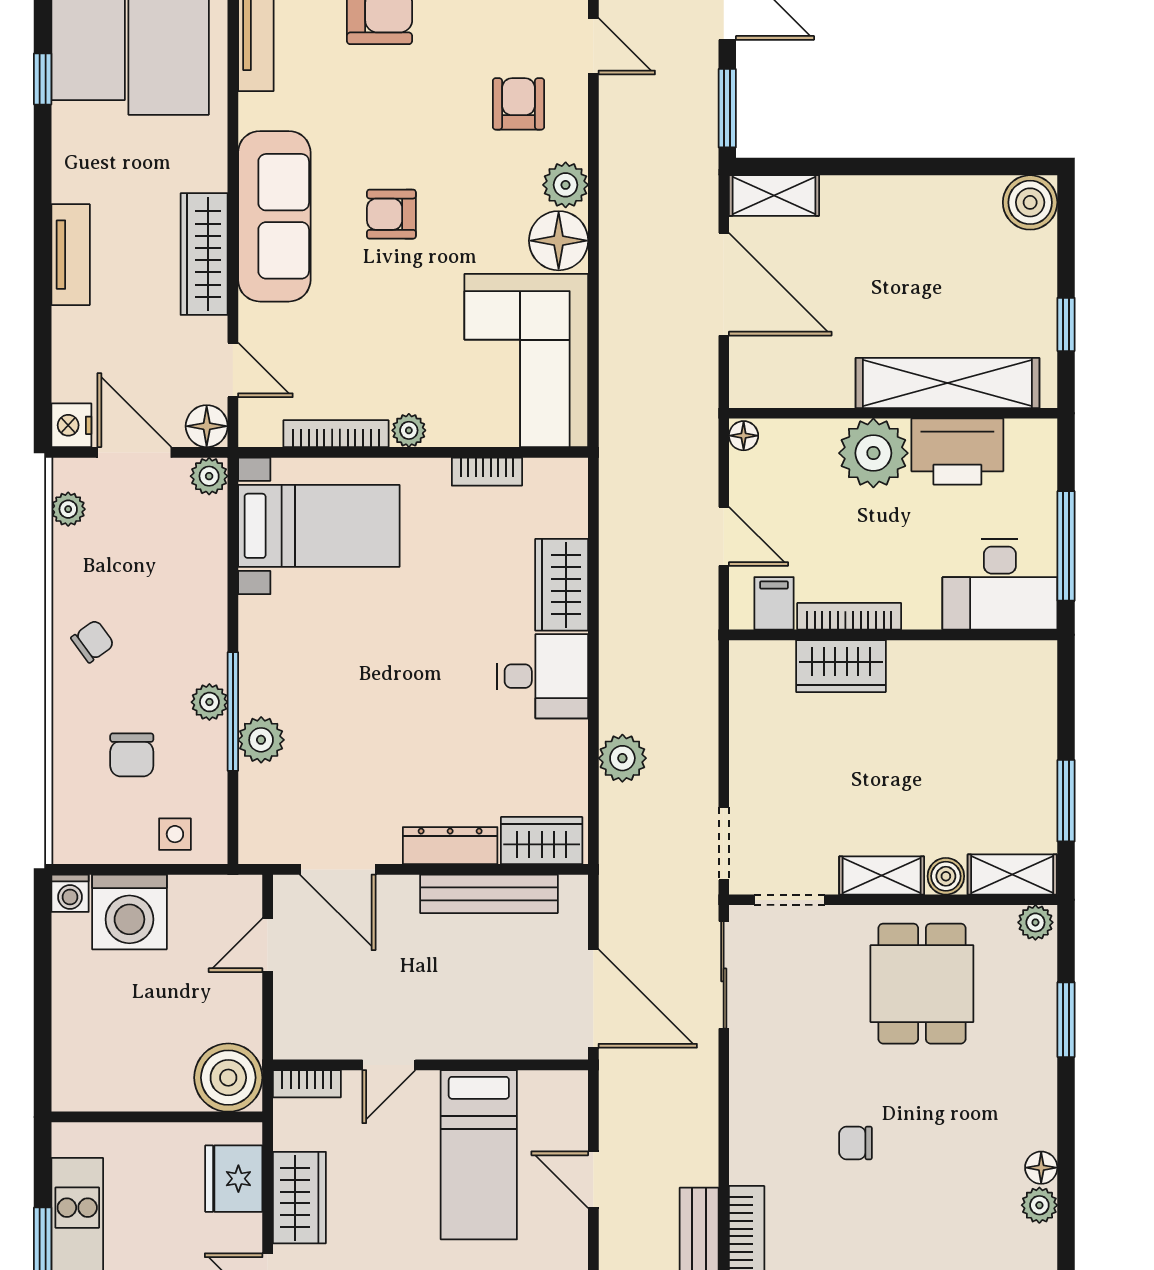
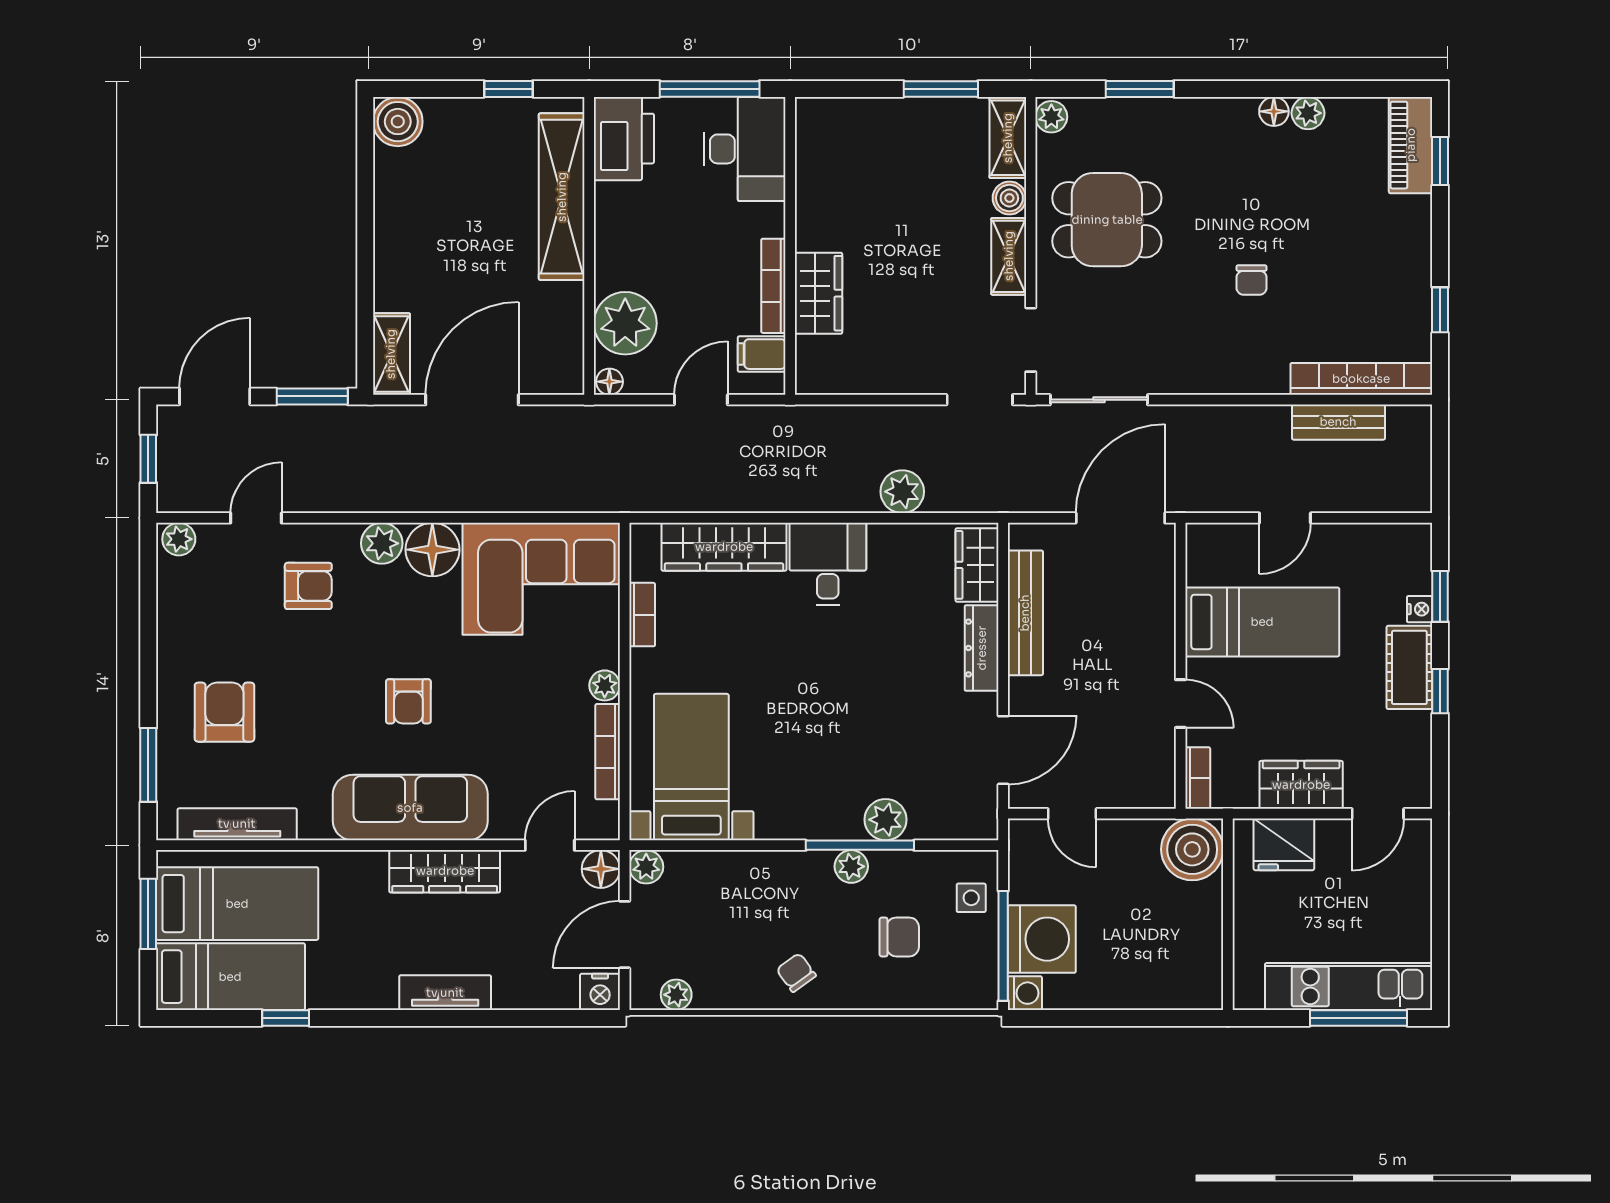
armchair: (518, 104) -> (308, 586), turned 180
printer: (957, 451) -> (624, 139), moved
plant: (873, 453) -> (625, 323), moved
wardrobe: (562, 585) -> (724, 547), width x1.50
window: (122, 869) -> (1003, 946), added

